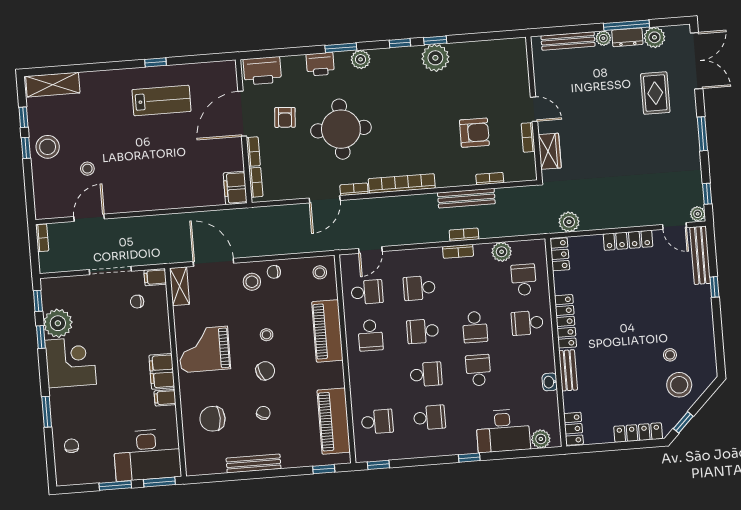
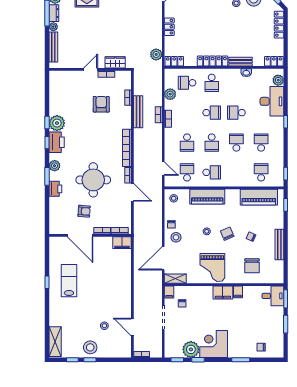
printer: (262, 71) -> (57, 142), moved
locker: (628, 240) -> (169, 27), width x0.66
desk: (147, 455) -> (273, 296), width x0.53, depth x0.77

